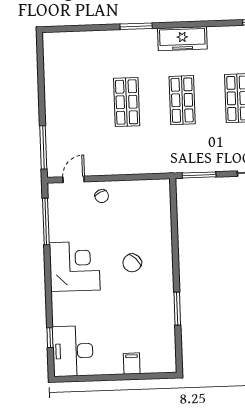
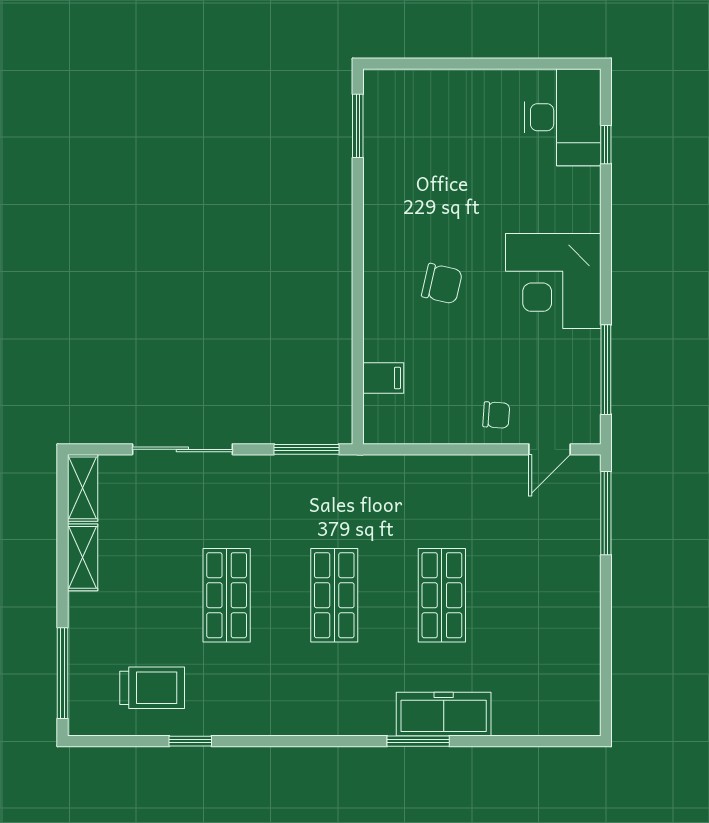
freezer: (182, 39) -> (444, 714), moved
chair: (102, 196) -> (496, 415), turned 119
chair: (132, 263) -> (442, 284), turned 59
window: (177, 309) -> (358, 126), moved
filing cabinet: (132, 364) -> (383, 378), moved, turned -90

